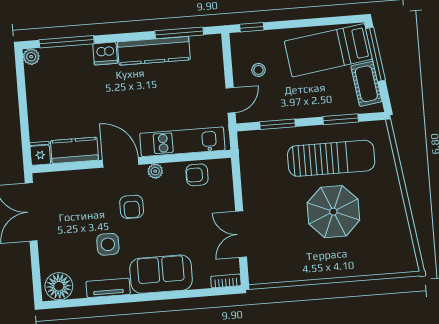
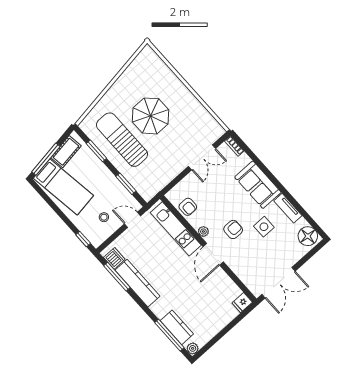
dishwasher: (105, 54) -> (114, 258), moved
kitchen counter: (74, 150) -> (177, 327), moved, turned 180

